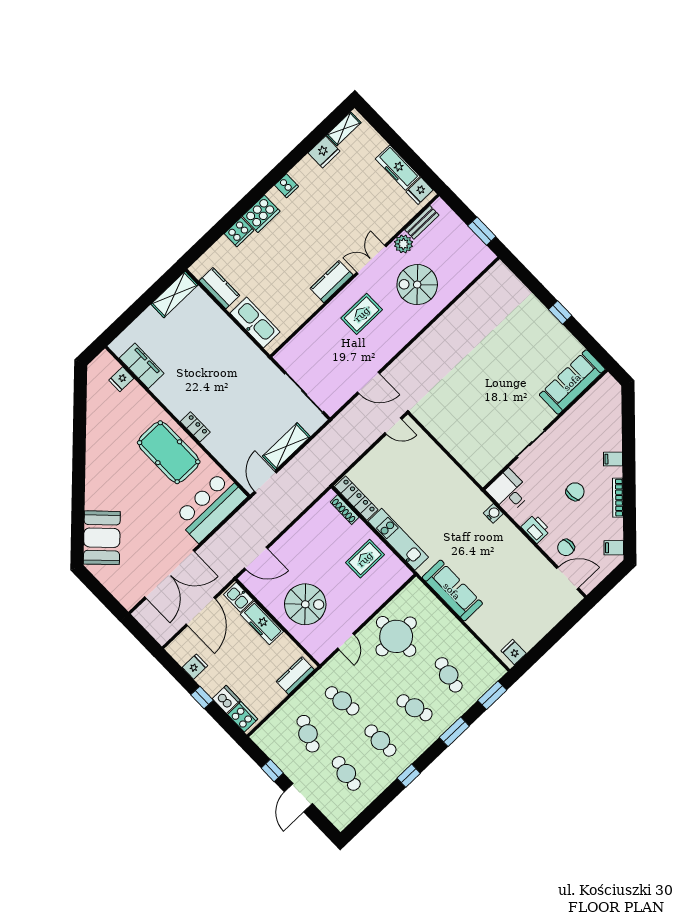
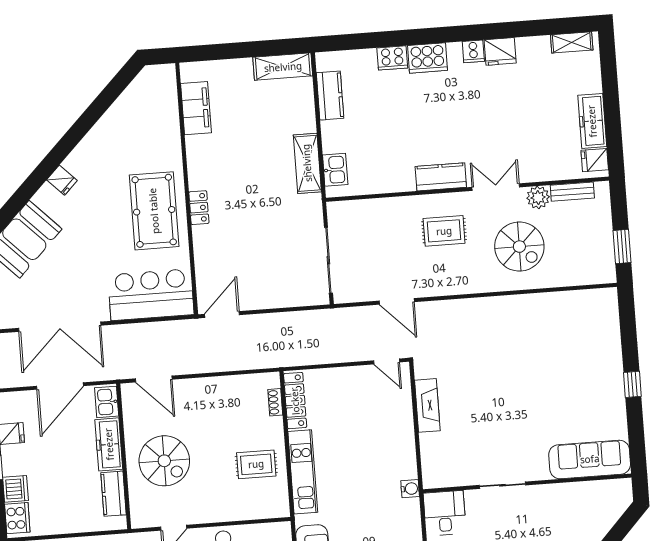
fridge: (324, 152) -> (500, 51), moved
spiral stairs: (417, 285) -> (519, 247), turned 180
kitchen sink: (255, 322) -> (335, 170), width x0.53, depth x0.81
fridge: (121, 379) -> (62, 180), moved, turned -135
fireplace: (442, 432) -> (427, 405), added
shelving: (286, 446) -> (307, 163), moved, turned 90
shoe rack: (345, 510) -> (275, 402), width x0.70
water cooler: (493, 513) -> (410, 489), moved
kitchen counter: (295, 676) -> (114, 494), moved, turned -90

